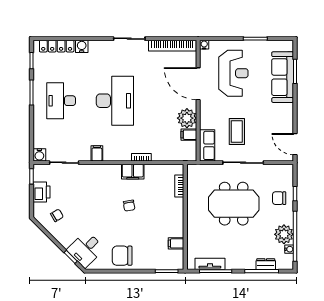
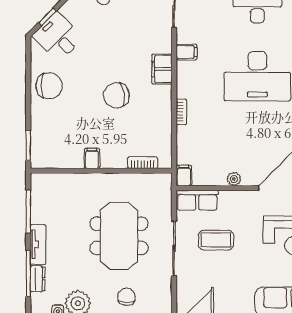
plant: (187, 118) -> (234, 179), width x0.53, depth x0.53
filing cabinet: (189, 135) -> (184, 176), moved
filing cabinet: (133, 172) -> (162, 69), moved
chair: (129, 206) -> (116, 95), width x1.87, depth x1.87
filing cabinet: (176, 243) -> (92, 158), moved
chair: (122, 256) -> (49, 86), turned 90
tv unit: (210, 264) -> (38, 244), moved

